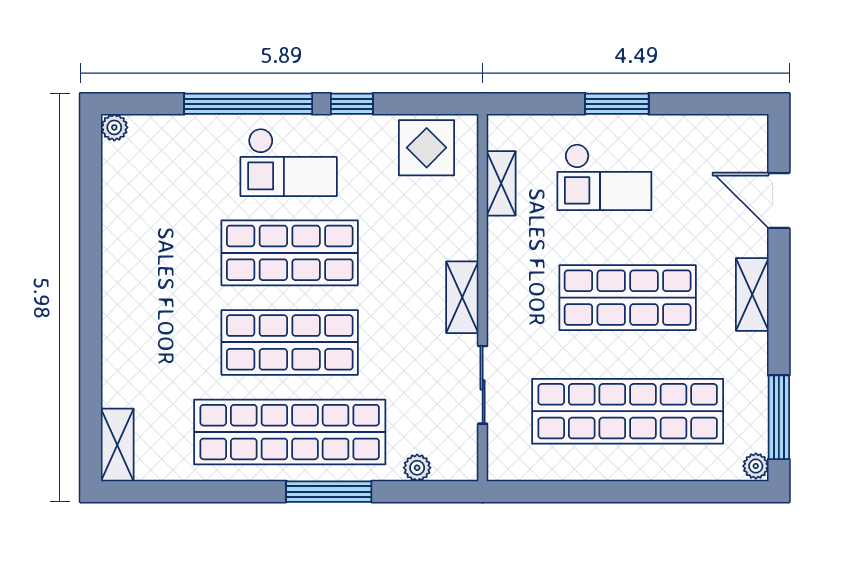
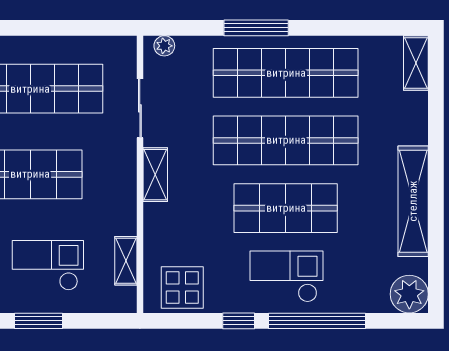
plant: (114, 127) -> (409, 294), width x1.88, depth x1.88
shelving: (121, 262) -> (413, 201), added
shop shelf: (290, 342) -> (286, 140), width x1.40
plant: (417, 468) -> (164, 46), moved

